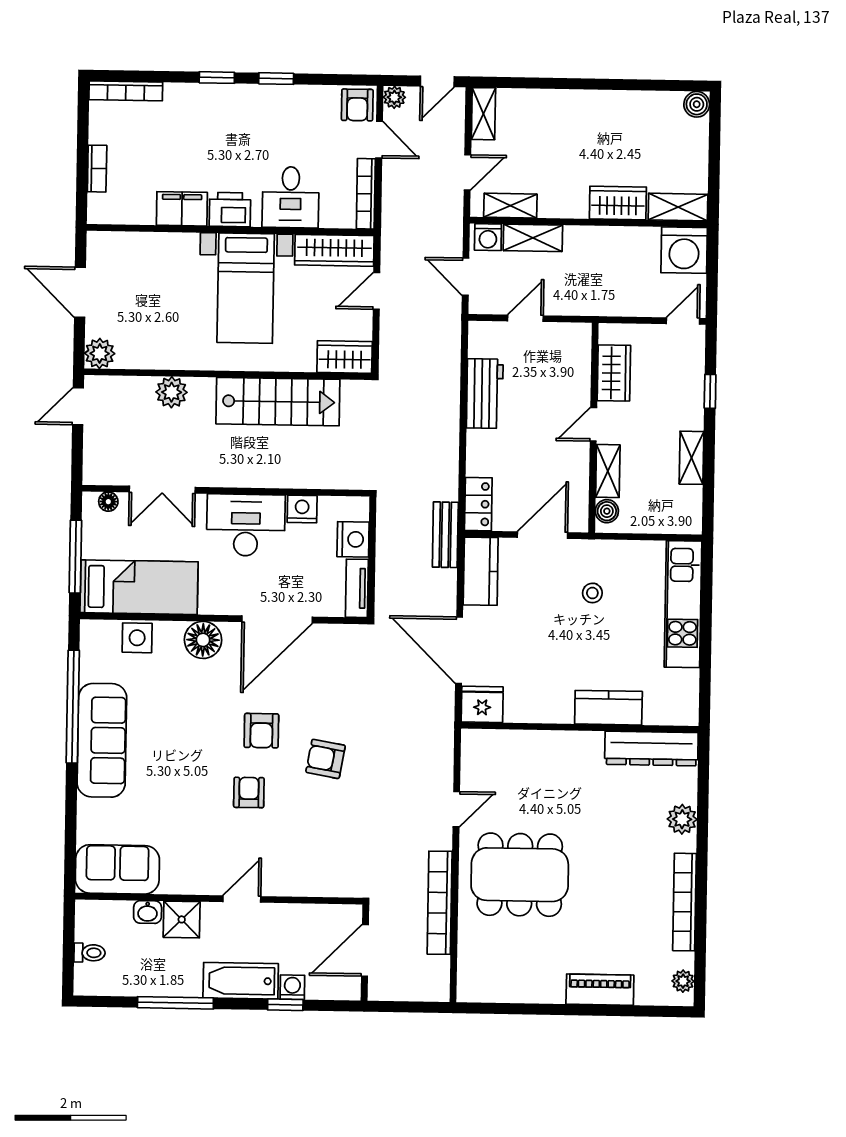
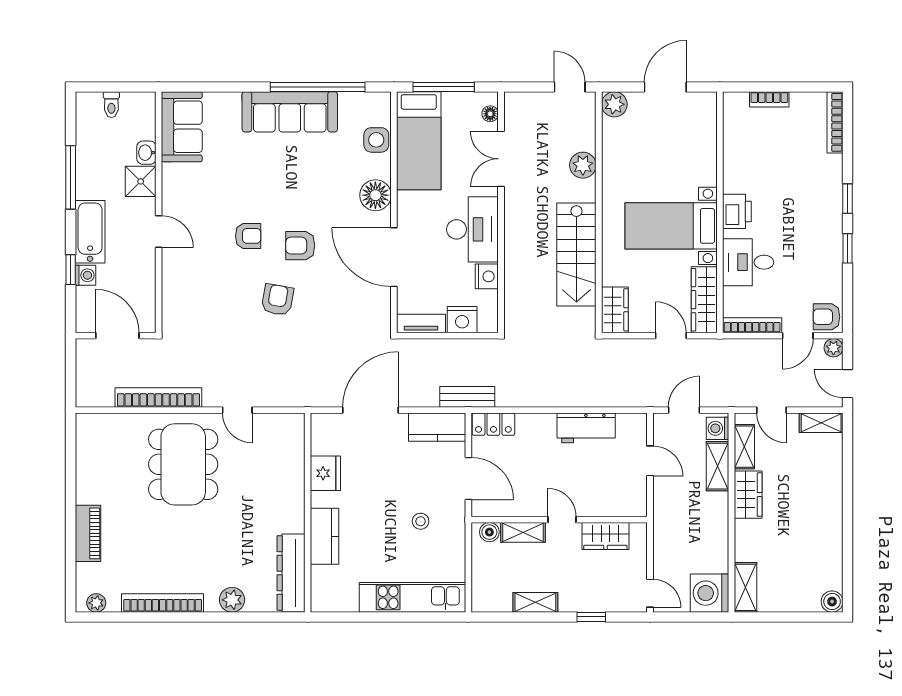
wardrobe: (618, 203) -> (748, 495), moved
filing cabinet: (182, 209) -> (737, 171), removed
fridge: (482, 704) -> (325, 473), moved

